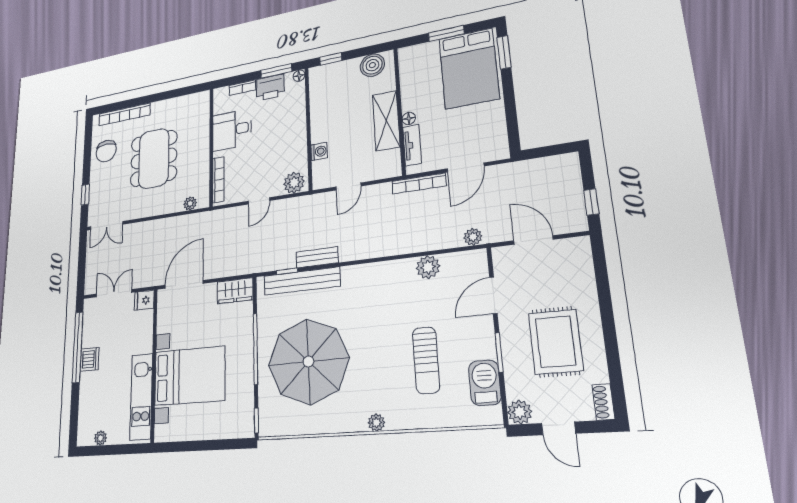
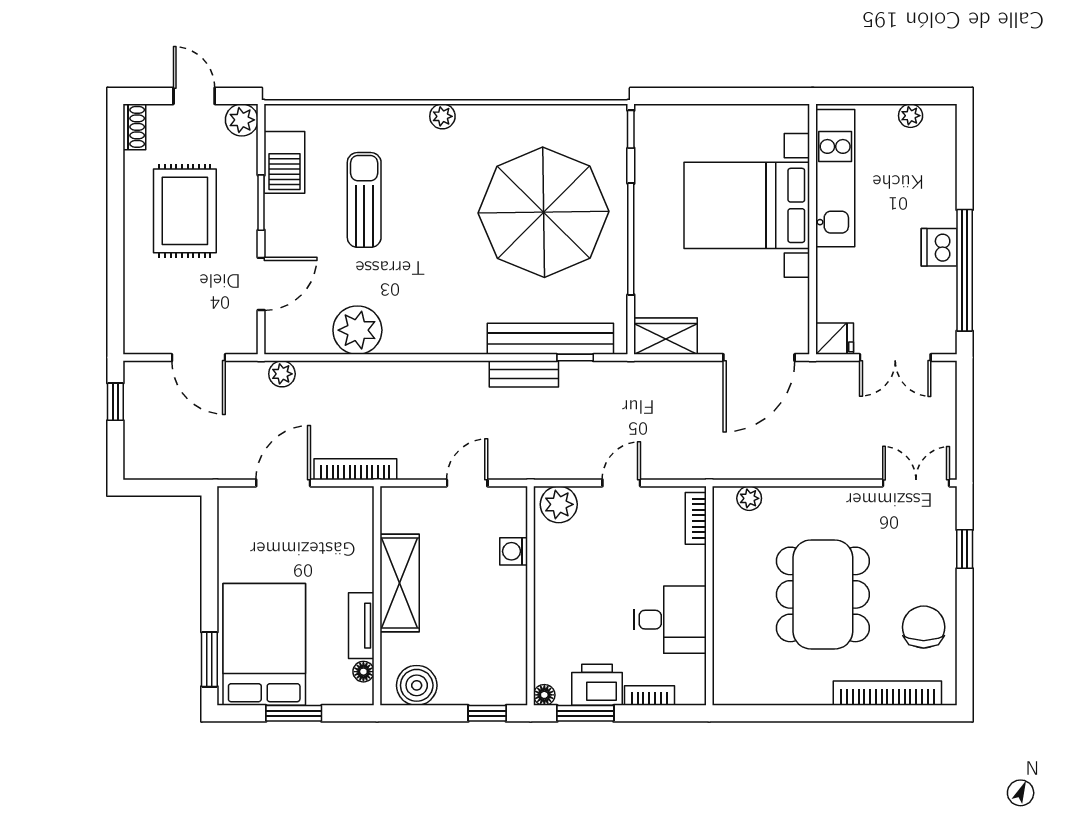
floor lamp: (409, 118) -> (363, 672), moved
tv unit: (412, 145) -> (361, 626), moved
bookcase: (218, 180) -> (696, 518), width x0.64
plant: (428, 267) -> (357, 330), width x1.36, depth x1.36

